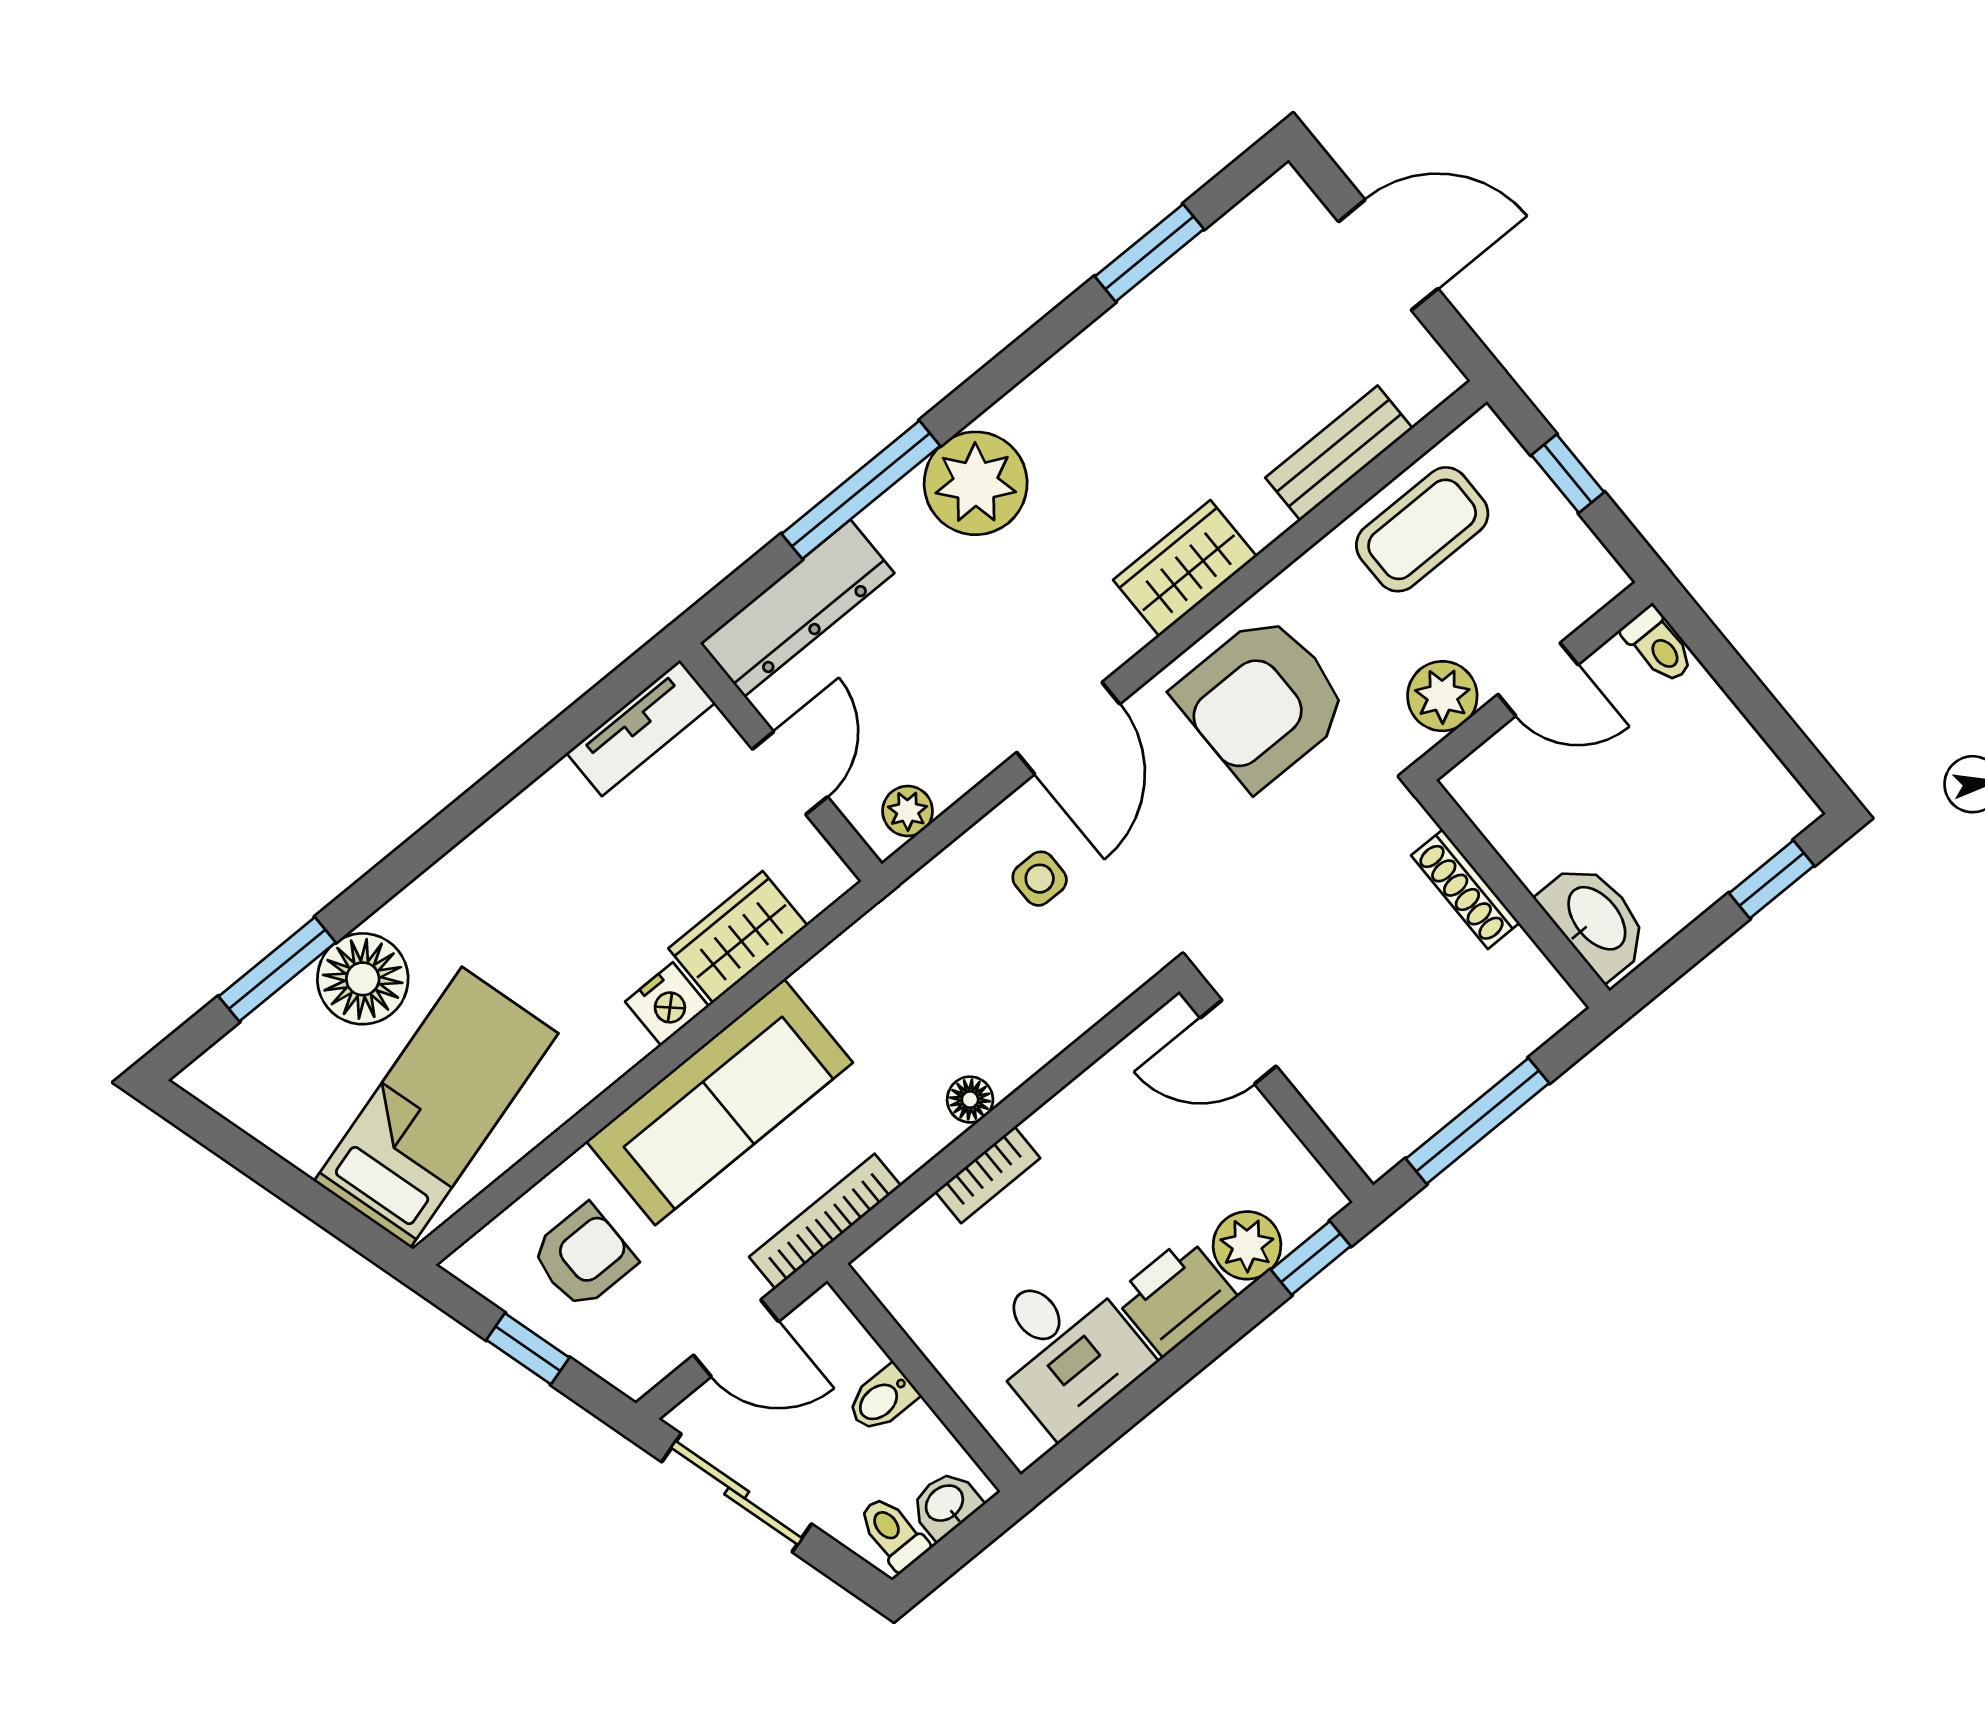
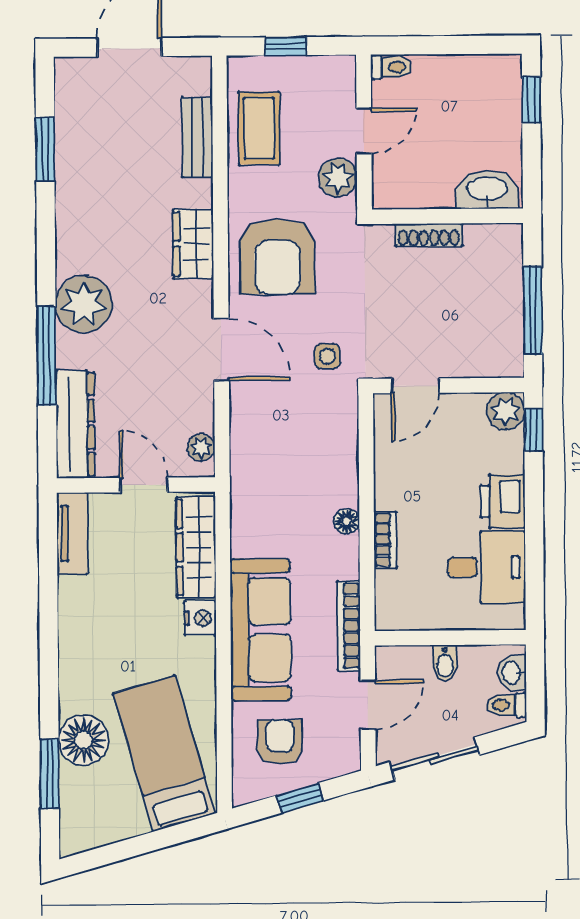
side table: (1040, 879) -> (327, 356), moved
wardrobe: (738, 937) -> (196, 547), width x1.50
plant: (1247, 1245) -> (506, 411), moved

